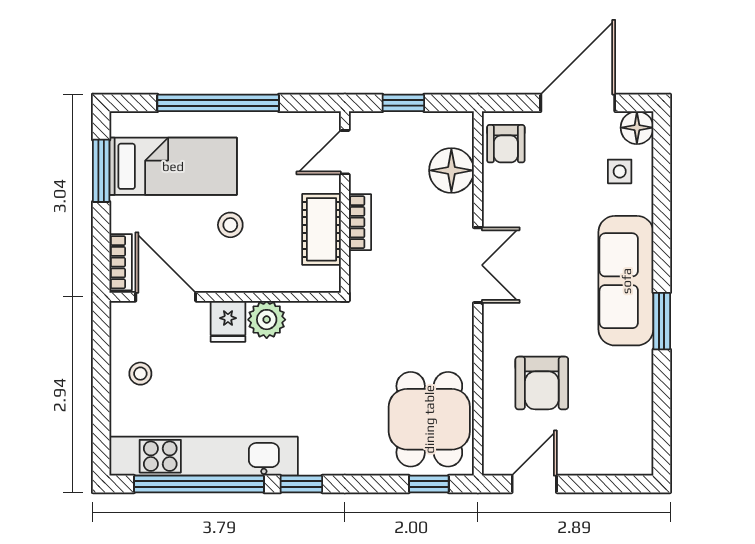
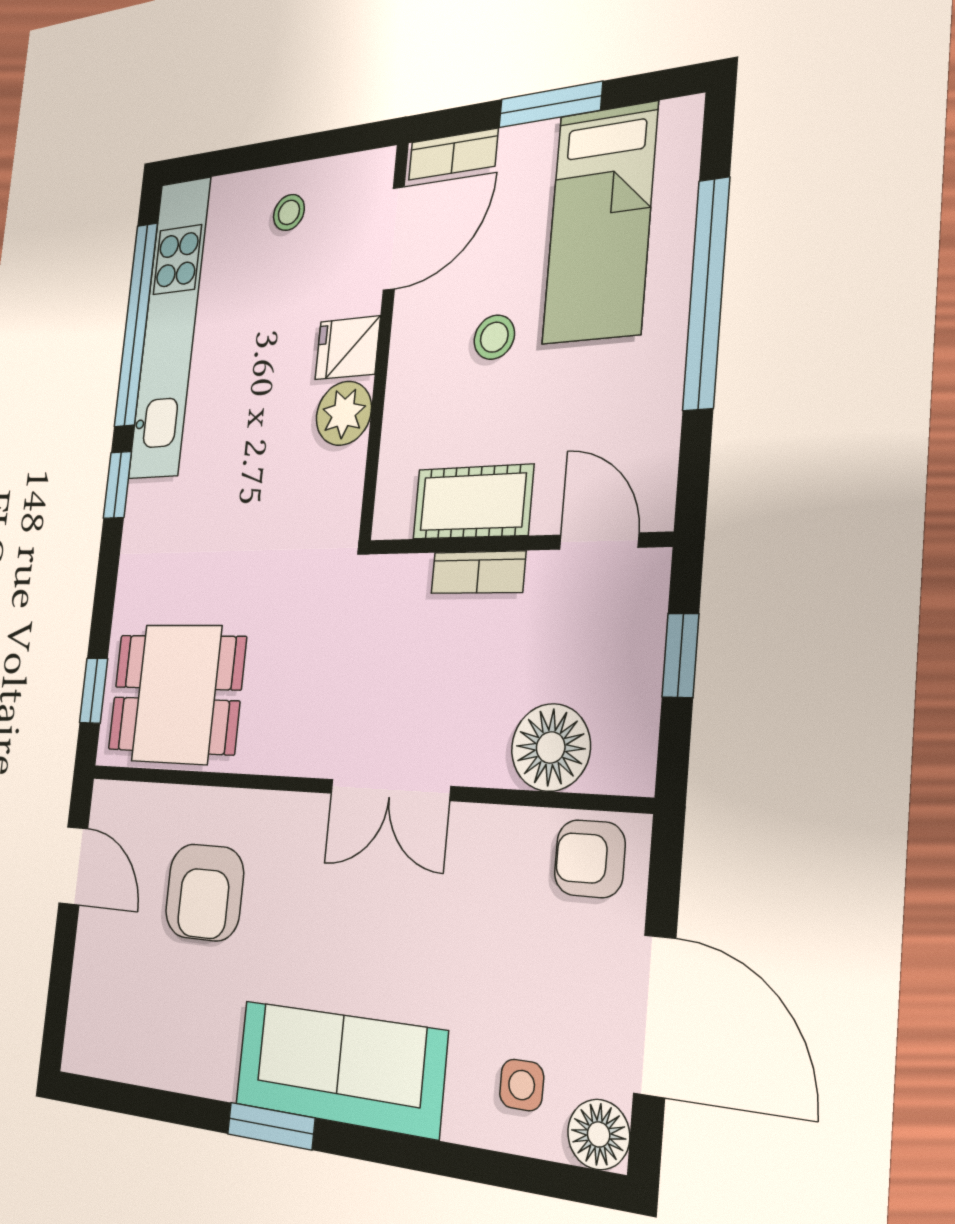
window: (101, 171) -> (550, 105), moved
armchair: (542, 383) -> (204, 892), turned -90

